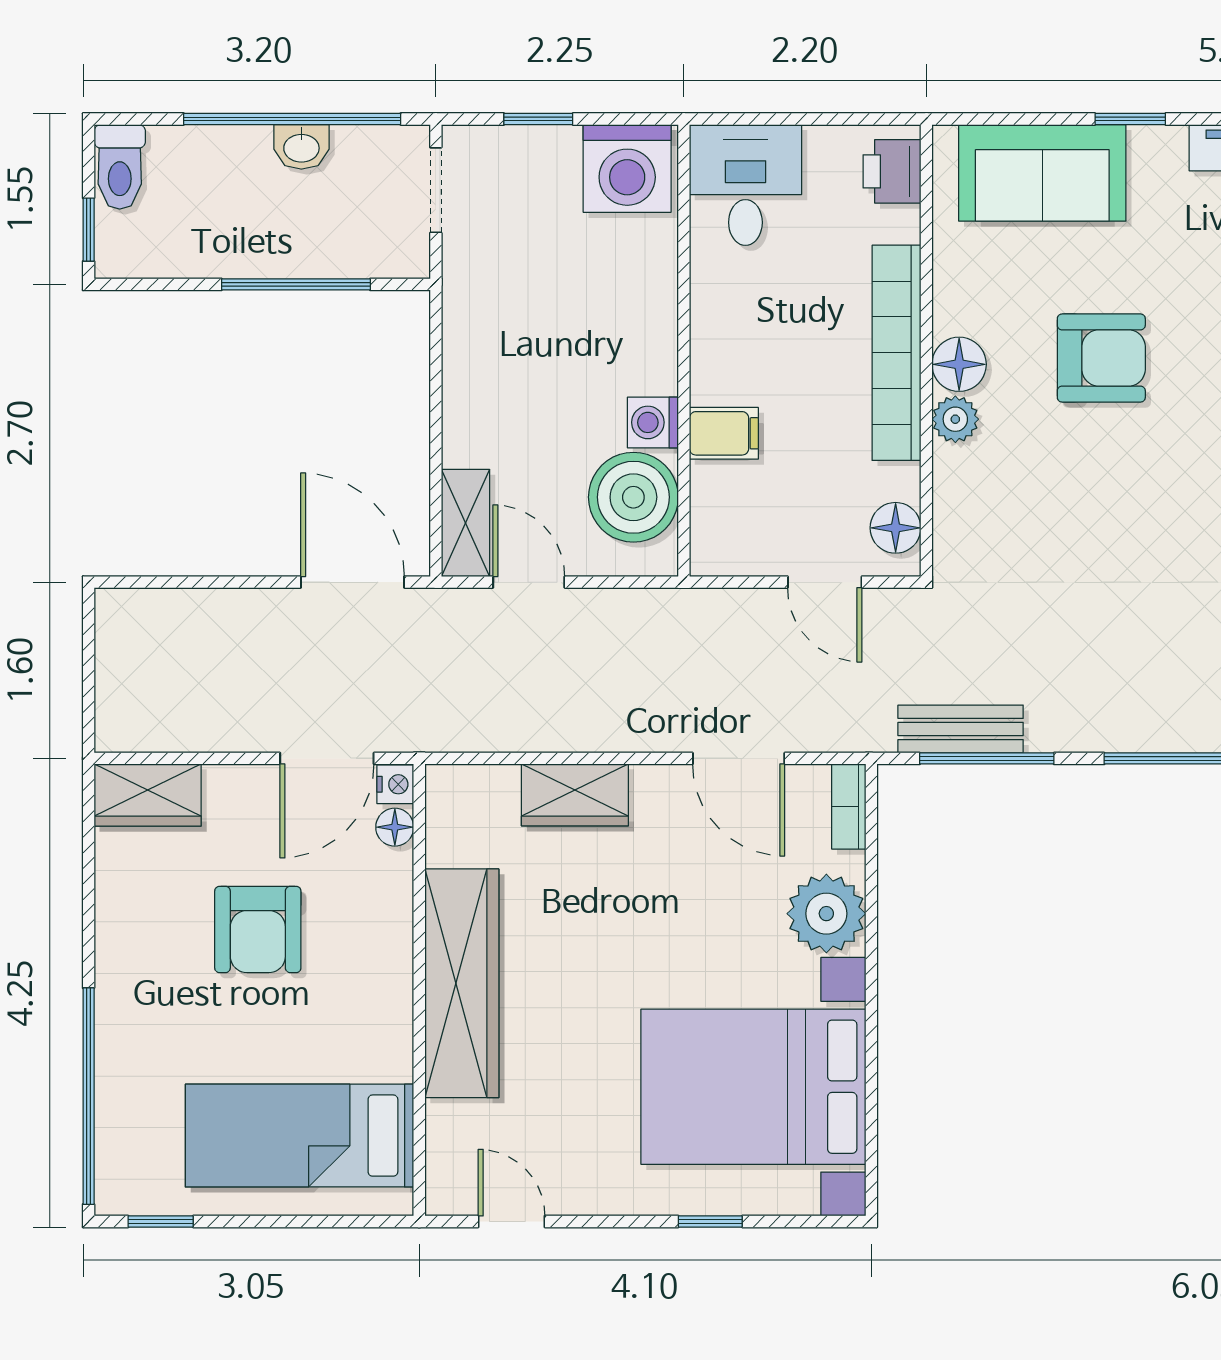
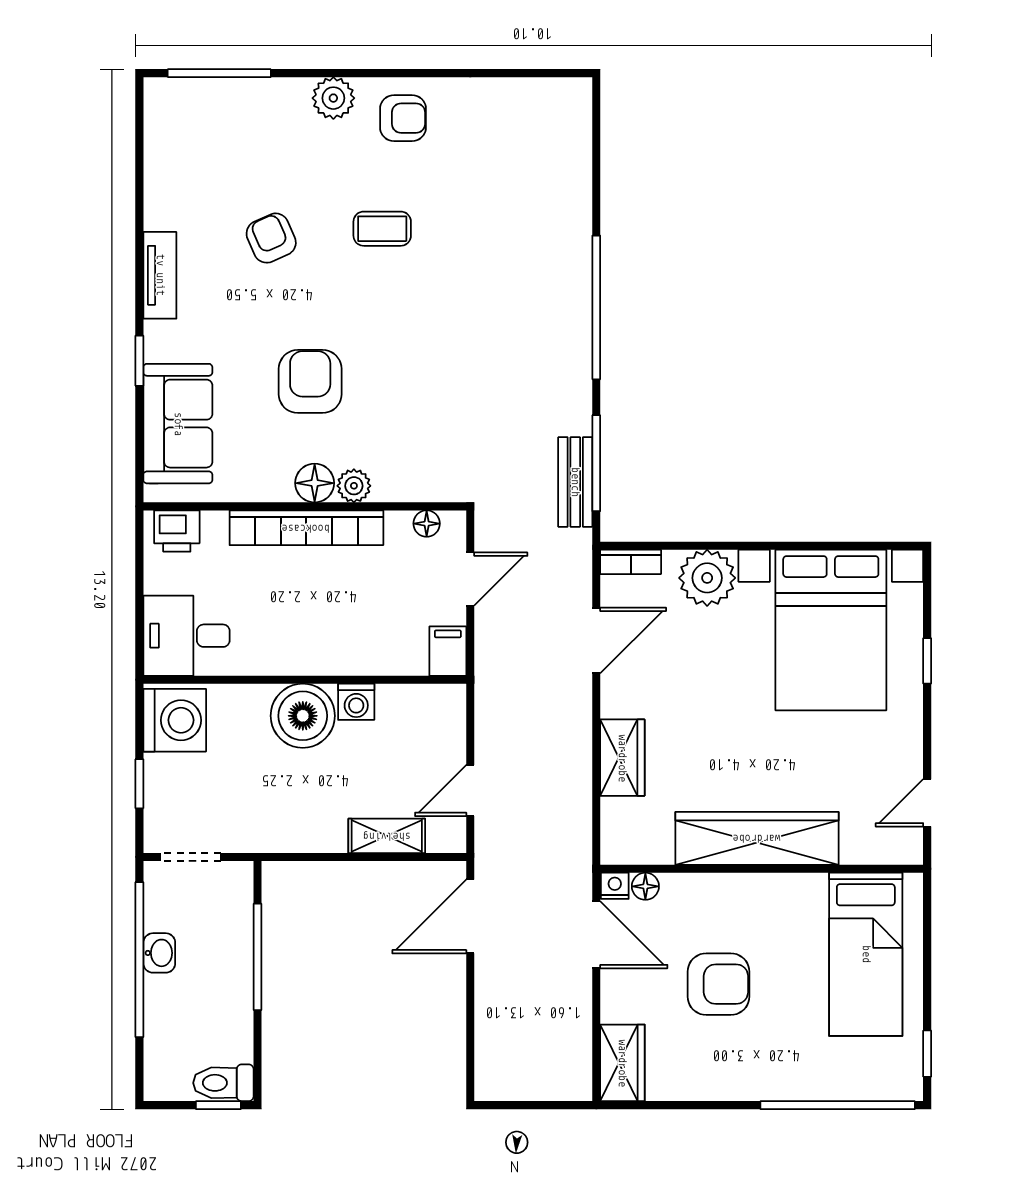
toilet: (120, 167) -> (223, 1083), moved, turned 180
filing cabinet: (724, 433) -> (448, 651), moved
boiler: (633, 497) -> (303, 716), moved
shelving: (465, 523) -> (387, 836), moved
floor lamp: (896, 528) -> (427, 524), width x0.73, depth x0.73

